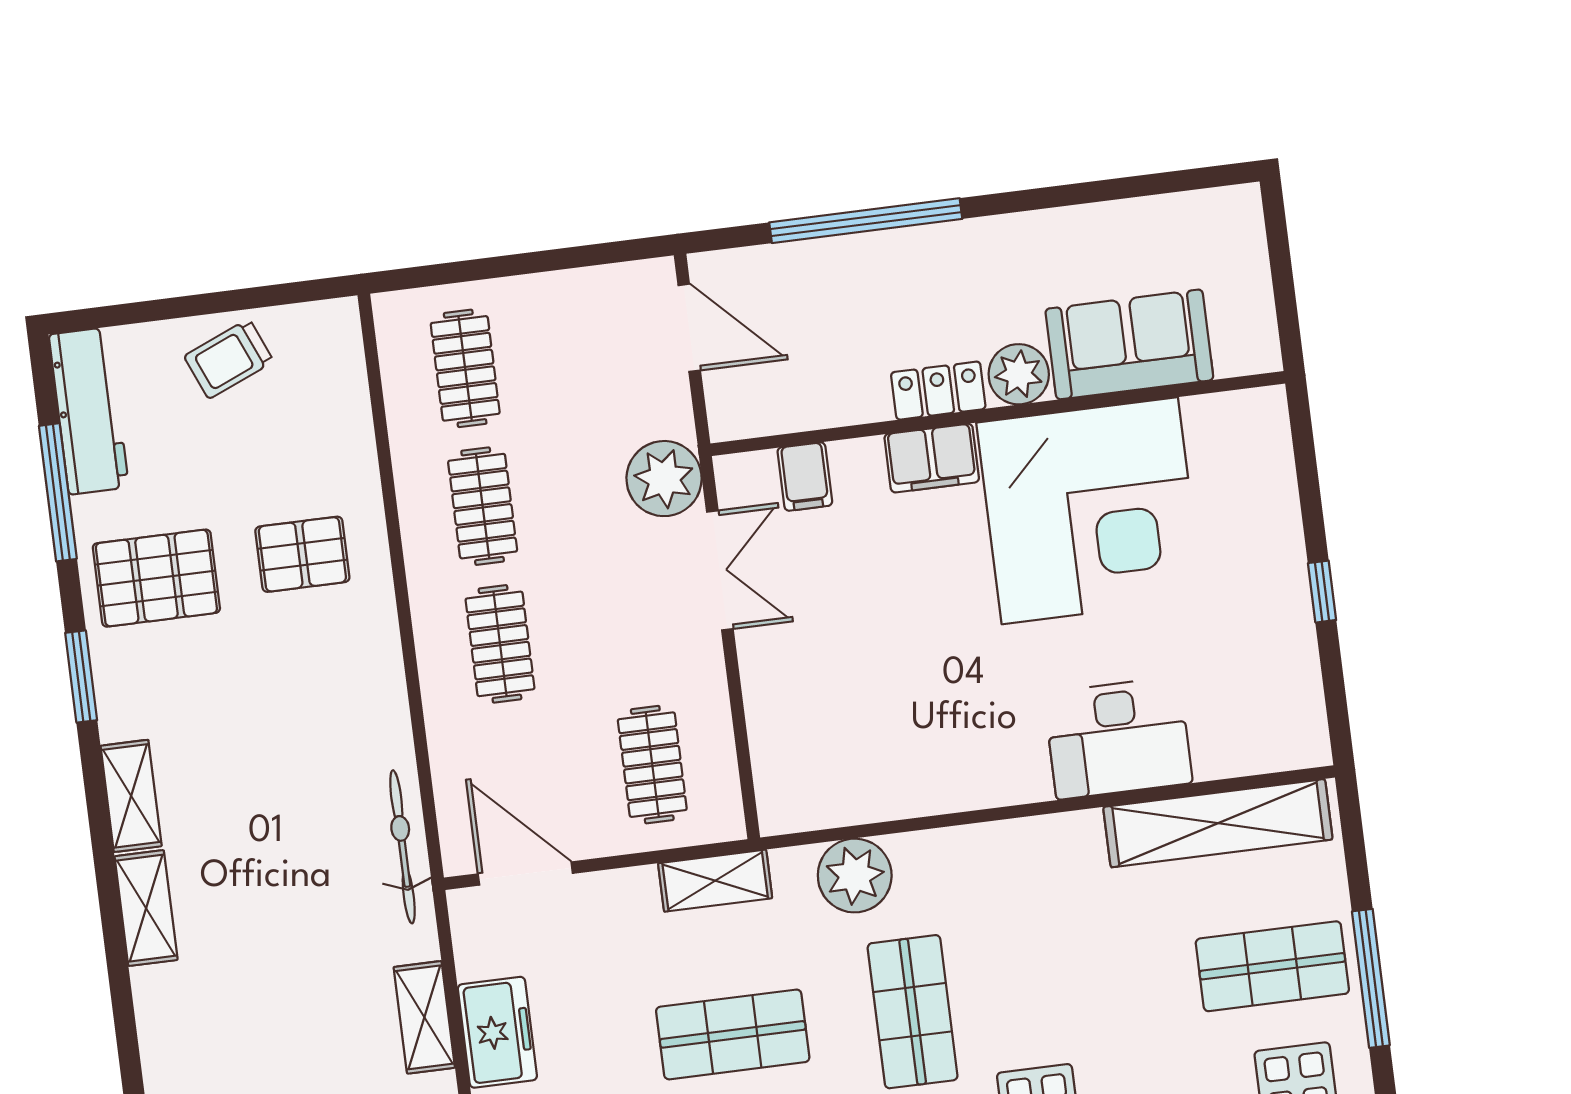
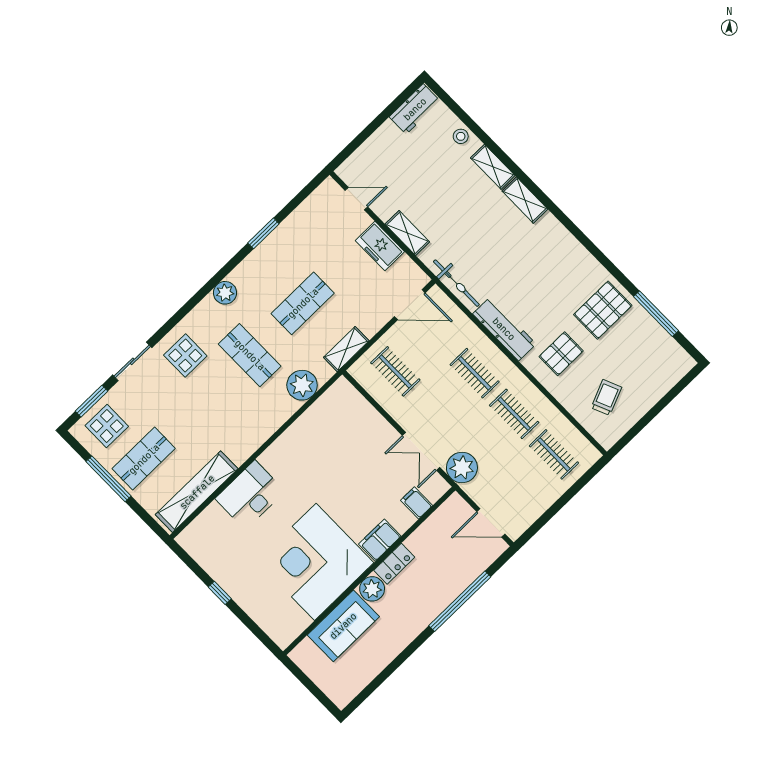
trolley: (229, 359) -> (606, 397), moved
workbench: (89, 411) -> (504, 329), moved, turned 180
window: (81, 677) -> (603, 259), removed
shelving: (131, 796) -> (493, 167), moved

